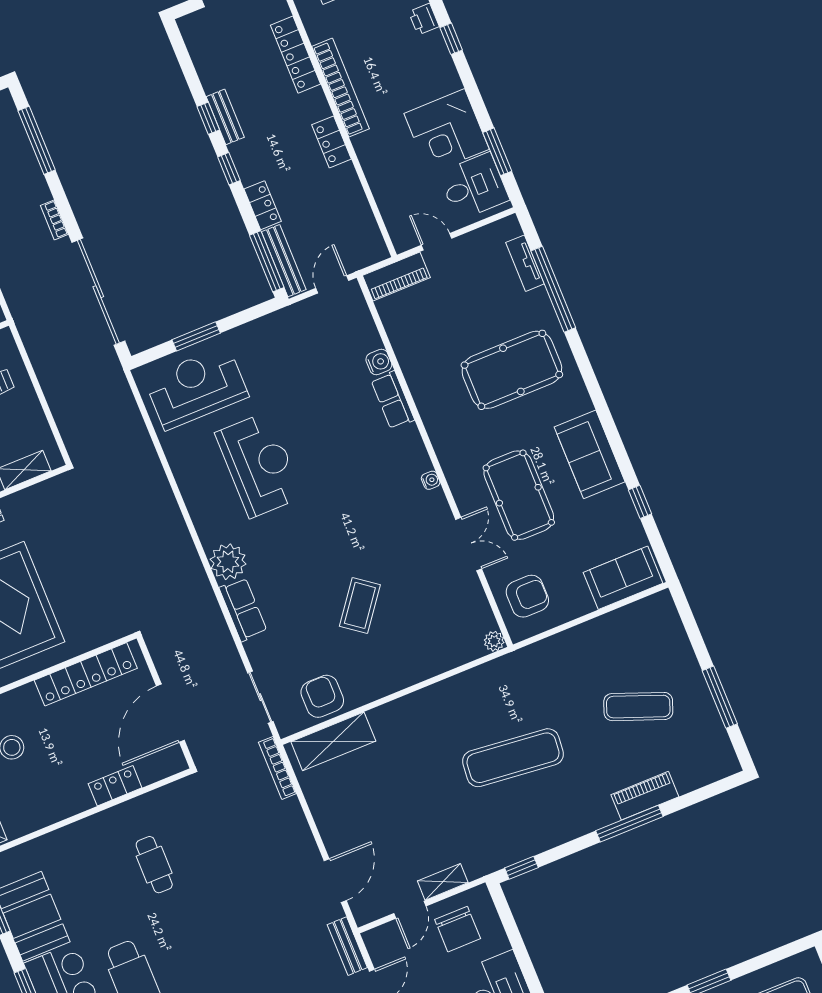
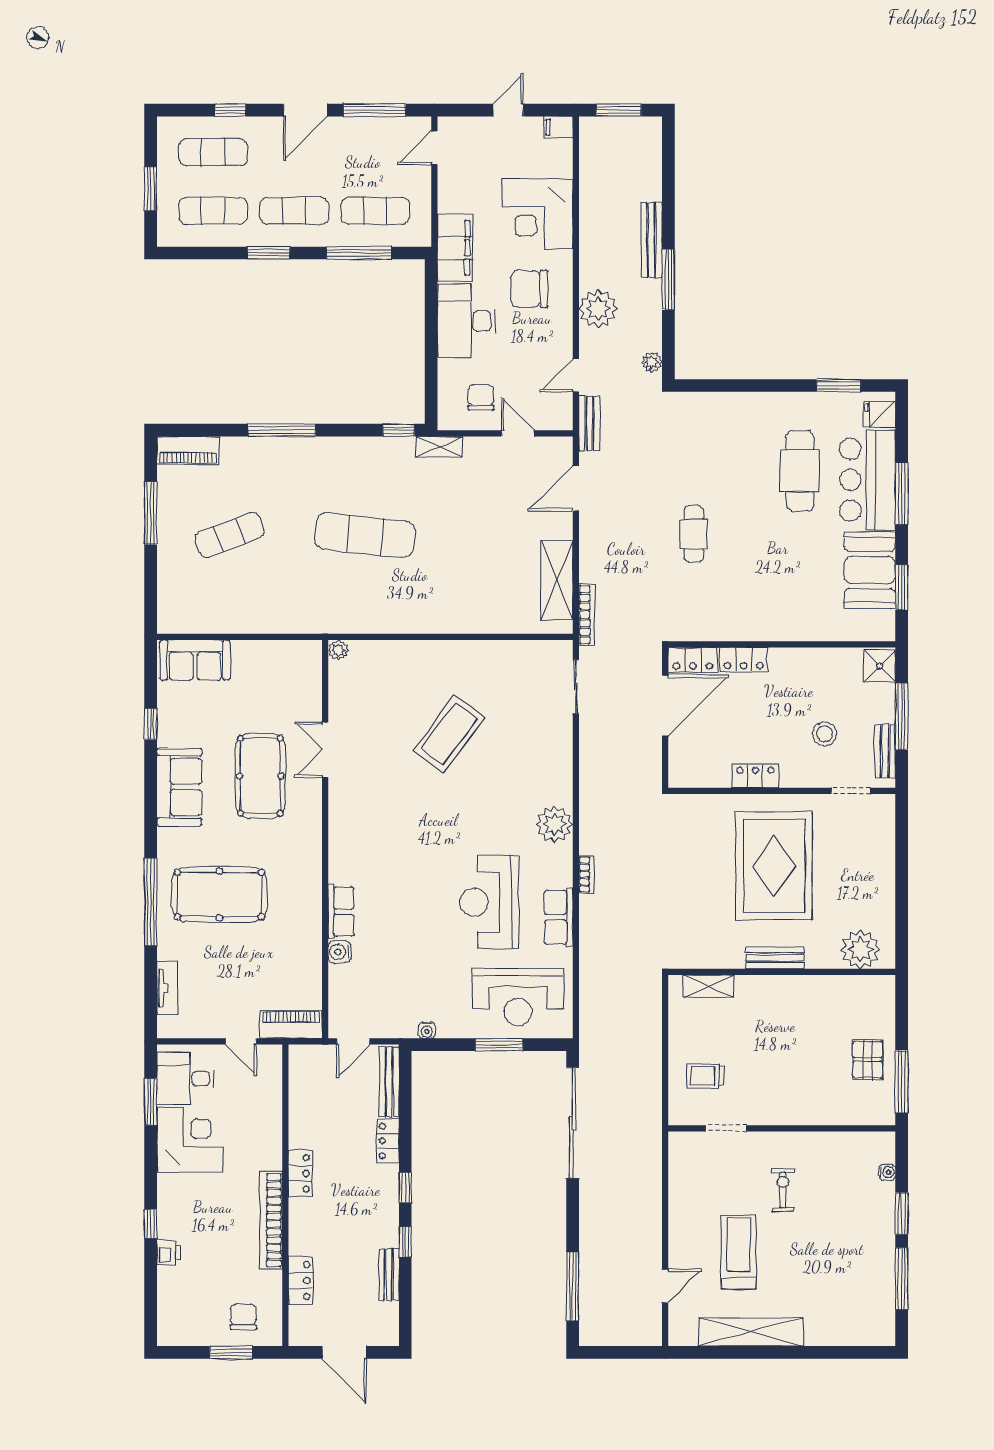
locker: (296, 55) -> (301, 1281), width x0.66
bench: (225, 117) -> (389, 1275), moved
bookcase: (54, 220) -> (586, 874), moved
window: (267, 261) -> (405, 1087), removed
window: (553, 289) -> (151, 902), moved
water cooler: (431, 480) -> (427, 1030), moved, turned -90
armchair: (527, 596) -> (291, 679), removed
coffee table: (360, 605) -> (449, 734), width x1.36, depth x1.32
row of seats: (243, 609) -> (559, 917), moved
locker: (86, 674) -> (755, 776), width x0.46, depth x0.83
armchair: (322, 696) -> (518, 664), removed
exercise mat: (638, 707) -> (230, 535), turned -42
shelving: (333, 741) -> (557, 580), moved, turned 90
locker: (162, 766) -> (693, 660), added
piano: (645, 796) -> (188, 450), moved
cafe table: (154, 865) -> (694, 534), moved
shelving: (443, 882) -> (439, 447), moved
door: (410, 910) -> (518, 433), hinge flipped
chair: (458, 929) -> (481, 398), width x0.73, depth x0.73

